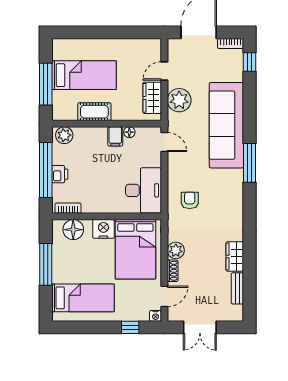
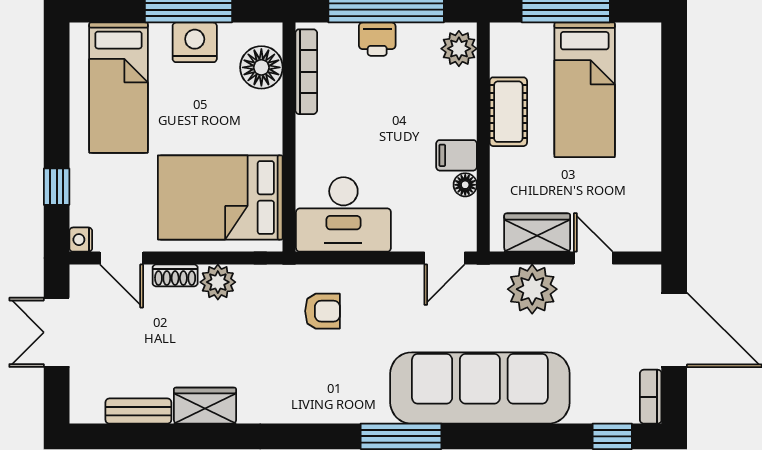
bookcase: (68, 208) -> (306, 72), width x1.56
nightstand: (103, 229) -> (195, 42), moved, turned -90

